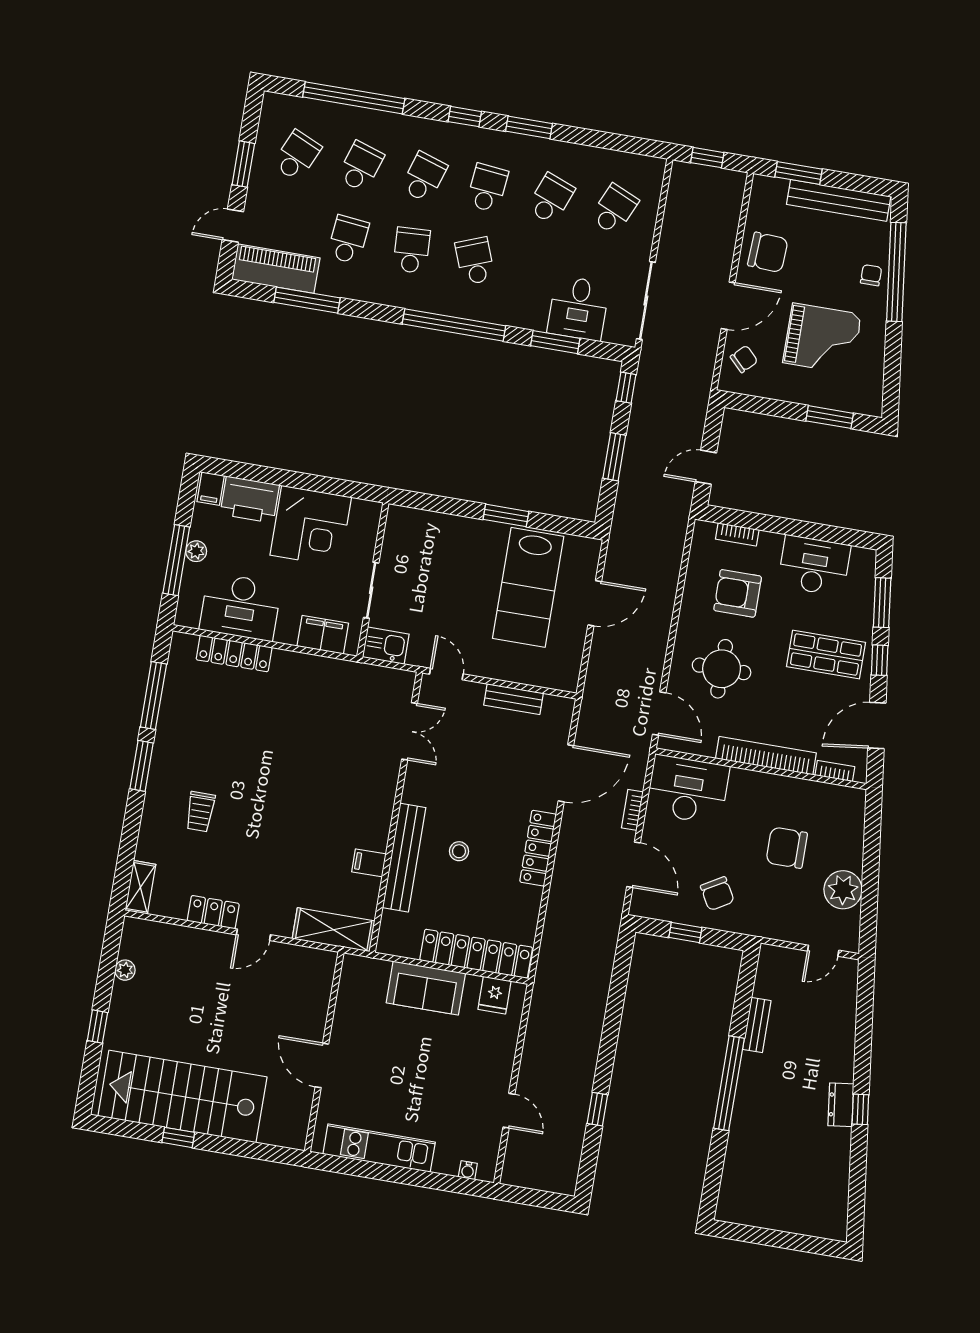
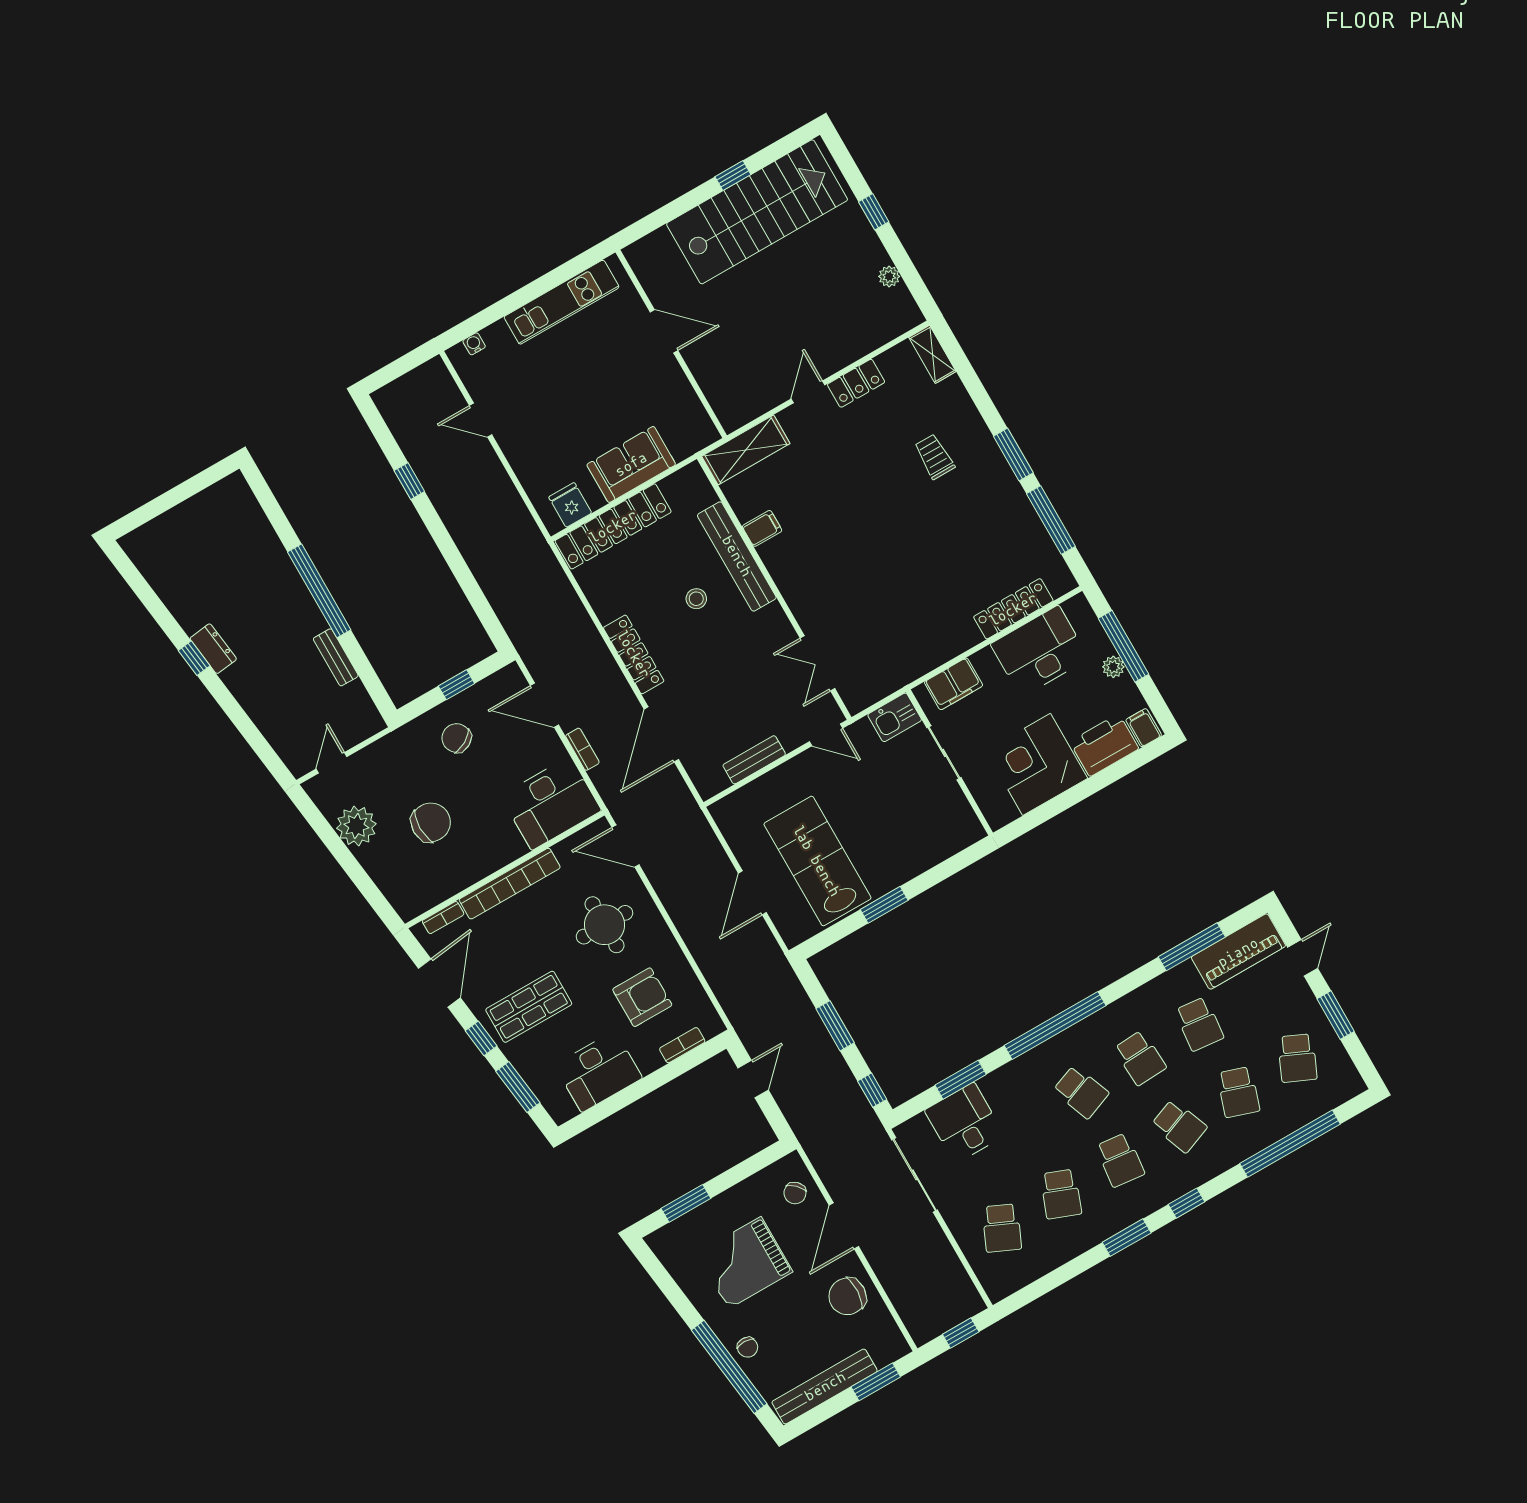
school desk: (424, 177) -> (1179, 1126), turned -39

